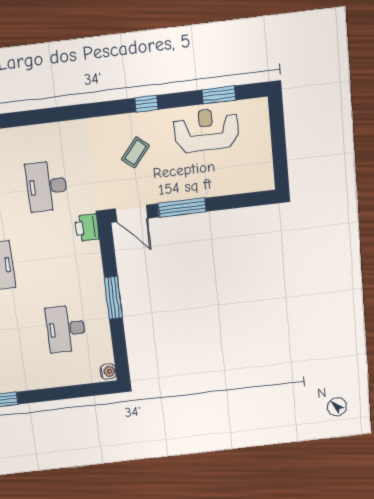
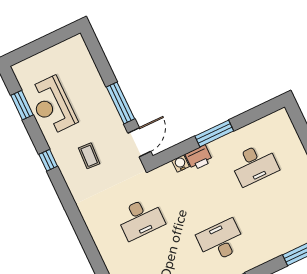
coffee table: (135, 152) -> (89, 156), turned 53
printer: (87, 228) -> (199, 158), moved
water cooler: (108, 372) -> (180, 163), moved

